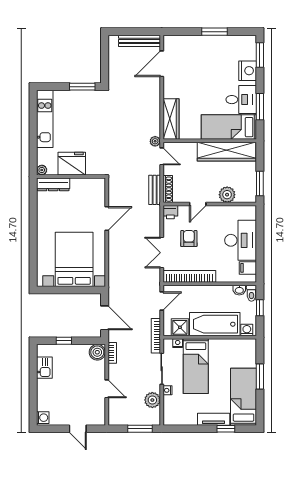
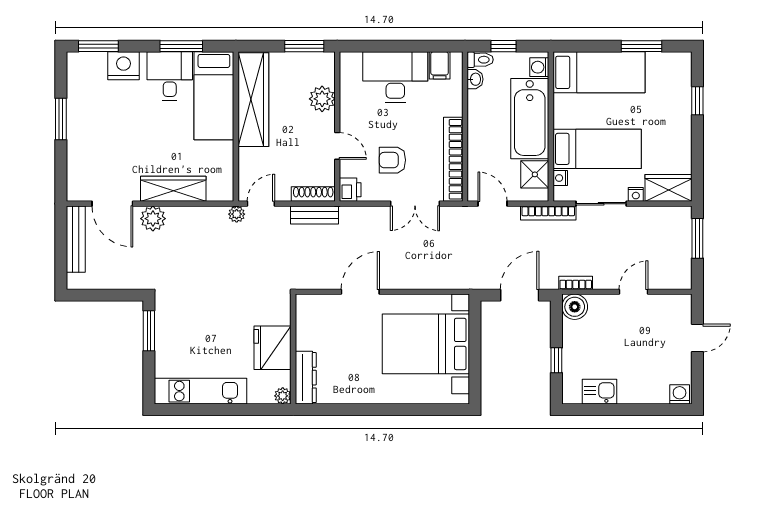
wardrobe: (171, 119) -> (173, 189), moved
door: (107, 218) -> (360, 292), hinge flipped
window: (260, 377) -> (641, 46), moved
bed: (244, 397) -> (599, 72), moved, turned 180
plant: (152, 400) -> (153, 219), moved
wardrobe: (171, 411) -> (668, 188), added
tv unit: (214, 419) -> (682, 120), removed

